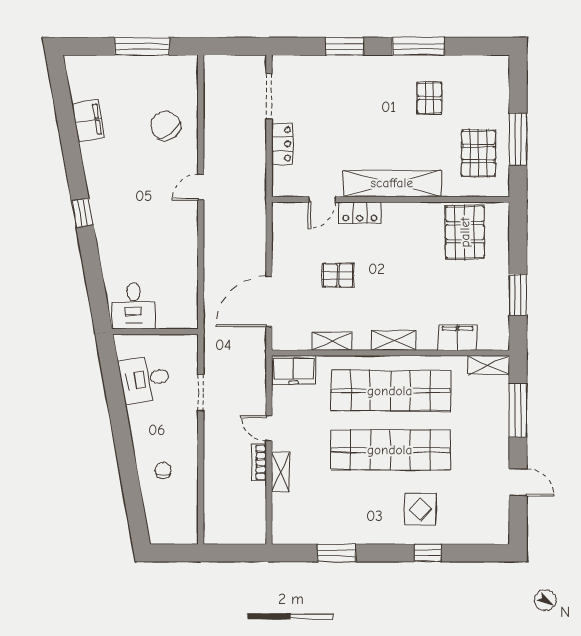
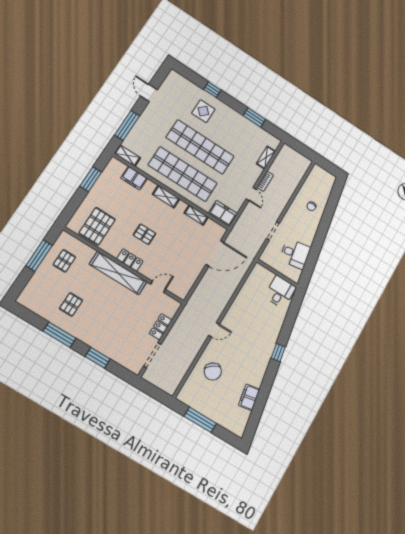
pallet: (478, 153) -> (64, 261), width x0.67, depth x0.71
locker: (360, 213) -> (130, 260), moved
pallet: (338, 275) -> (145, 234), moved
shelving: (281, 472) -> (266, 158), moved

